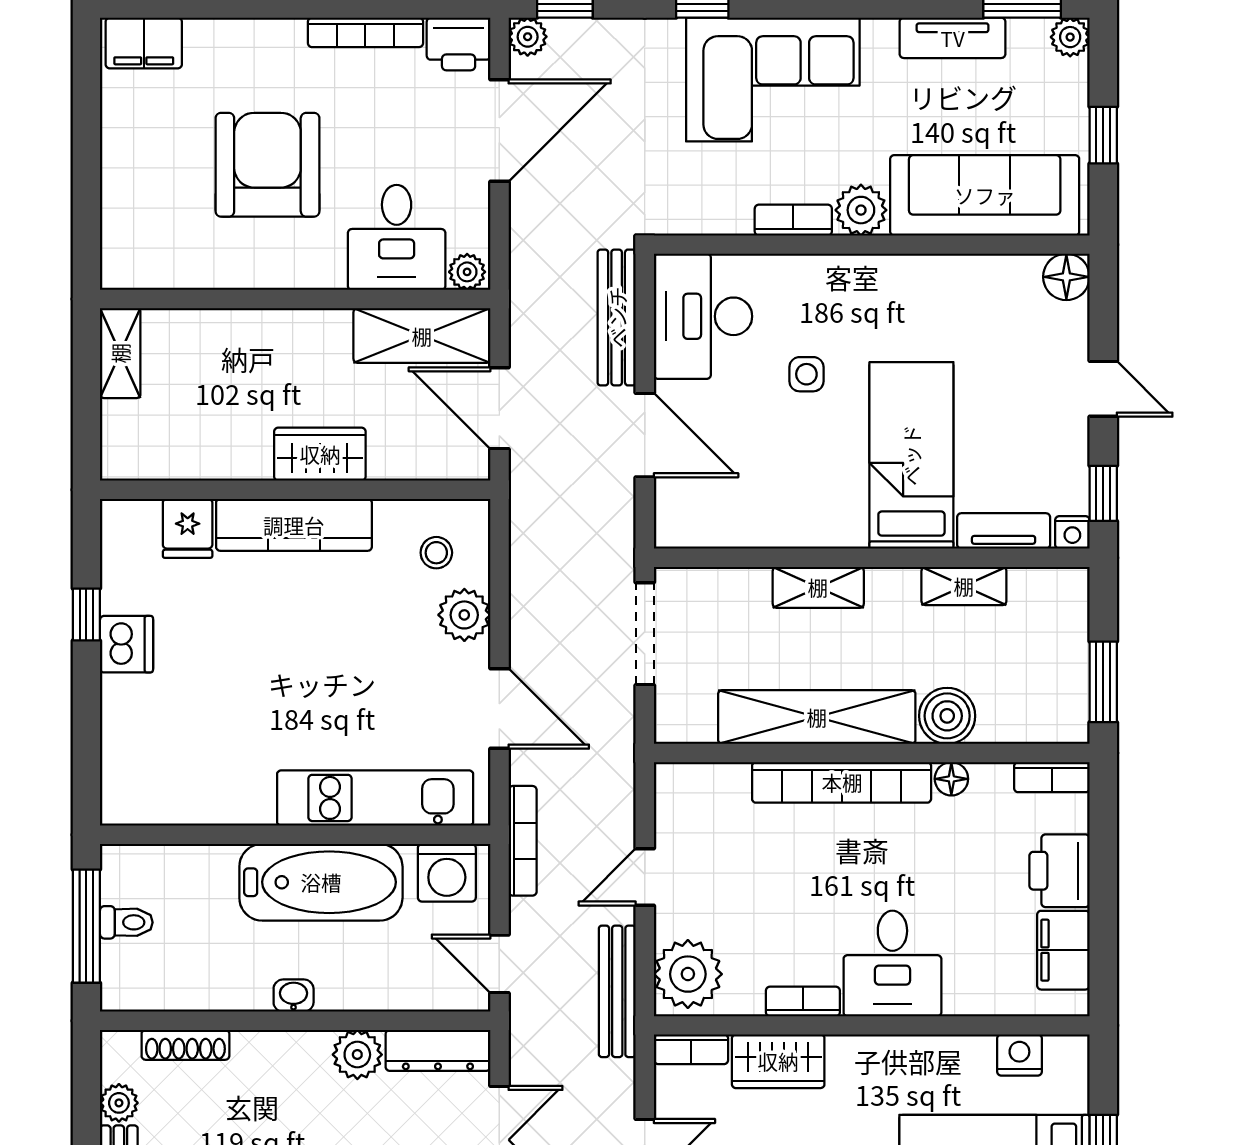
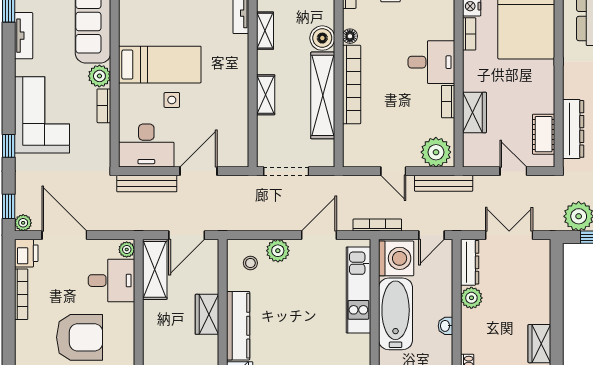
armchair: (267, 165) -> (80, 337), turned 180
bed: (911, 455) -> (160, 65), moved, turned 180
washing machine: (447, 873) -> (396, 258), width x1.37, depth x1.37
bookcase: (691, 1049) -> (469, 34), moved

